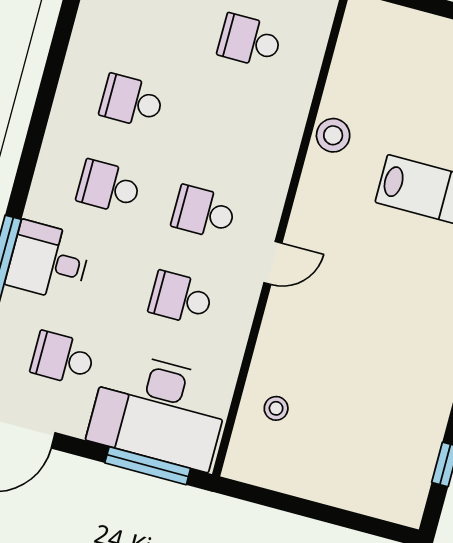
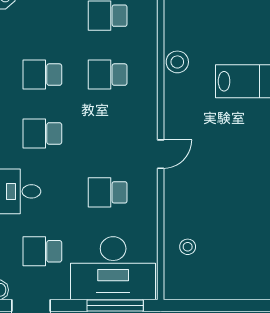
school desk: (204, 212) -> (108, 75), moved

